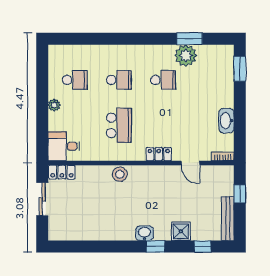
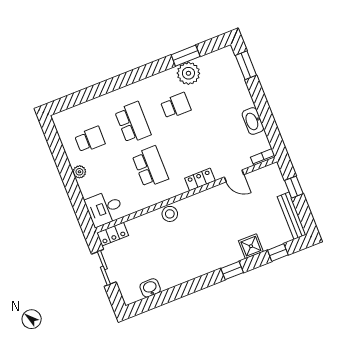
school desk: (119, 80) -> (133, 123), width x1.85
washbasin: (145, 233) -> (150, 288), moved

